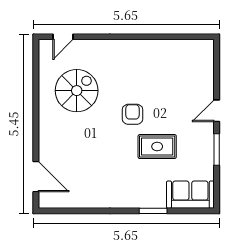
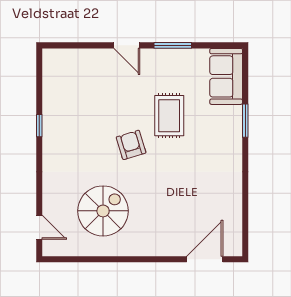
window: (149, 37) -> (39, 126), added
spiral stairs: (77, 91) -> (103, 211), turned 90
armchair: (132, 114) -> (131, 145), turned 73

